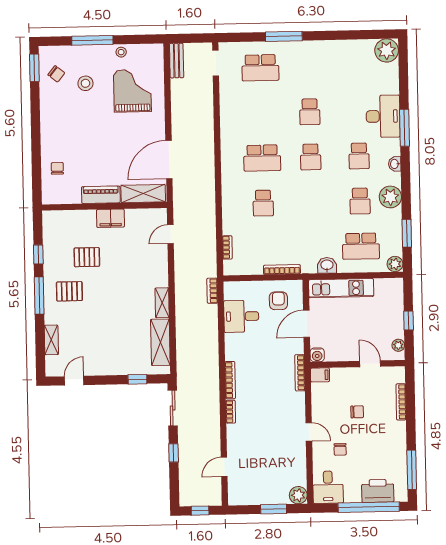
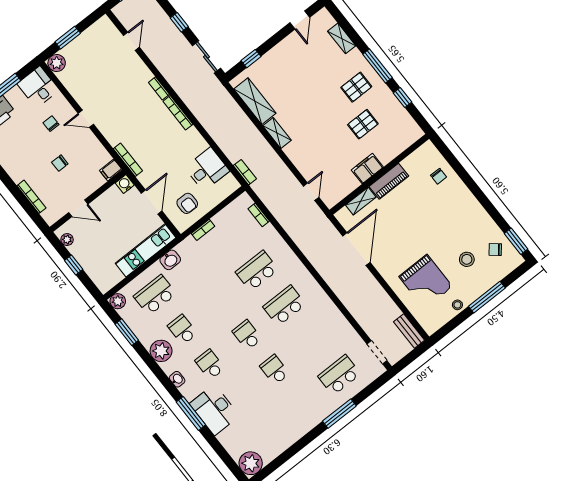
shelving: (143, 194) -> (361, 201), width x0.67, depth x0.75
school desk: (263, 203) -> (257, 271), width x1.85
bookcase: (282, 269) -> (203, 230), width x0.64

